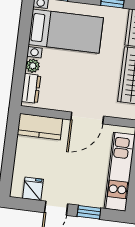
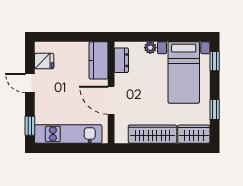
dresser: (31, 88) -> (121, 60), moved, turned -90
window: (89, 212) -> (30, 126), moved

